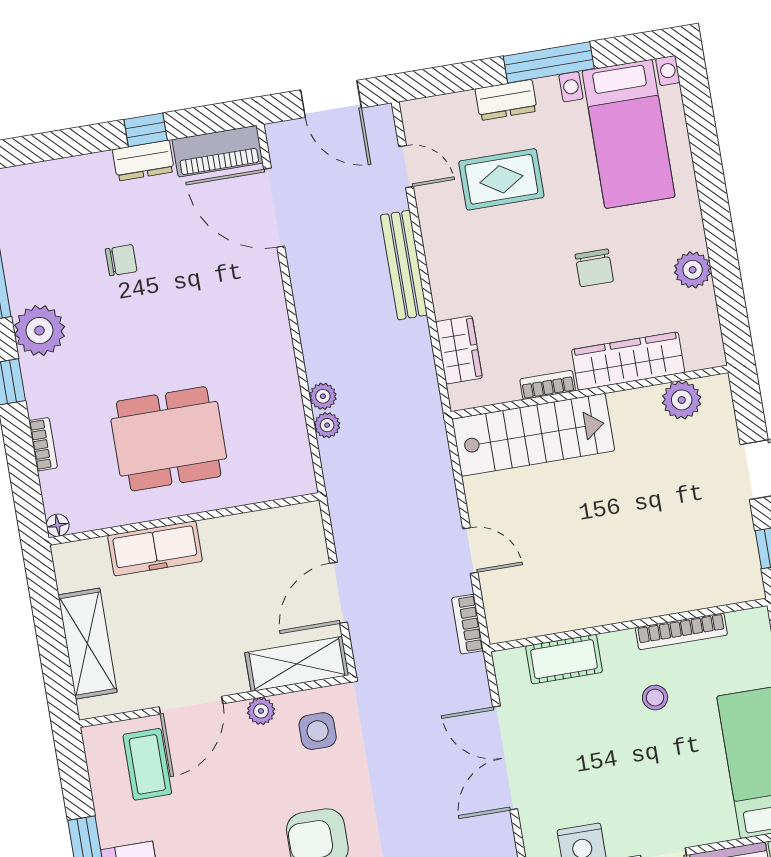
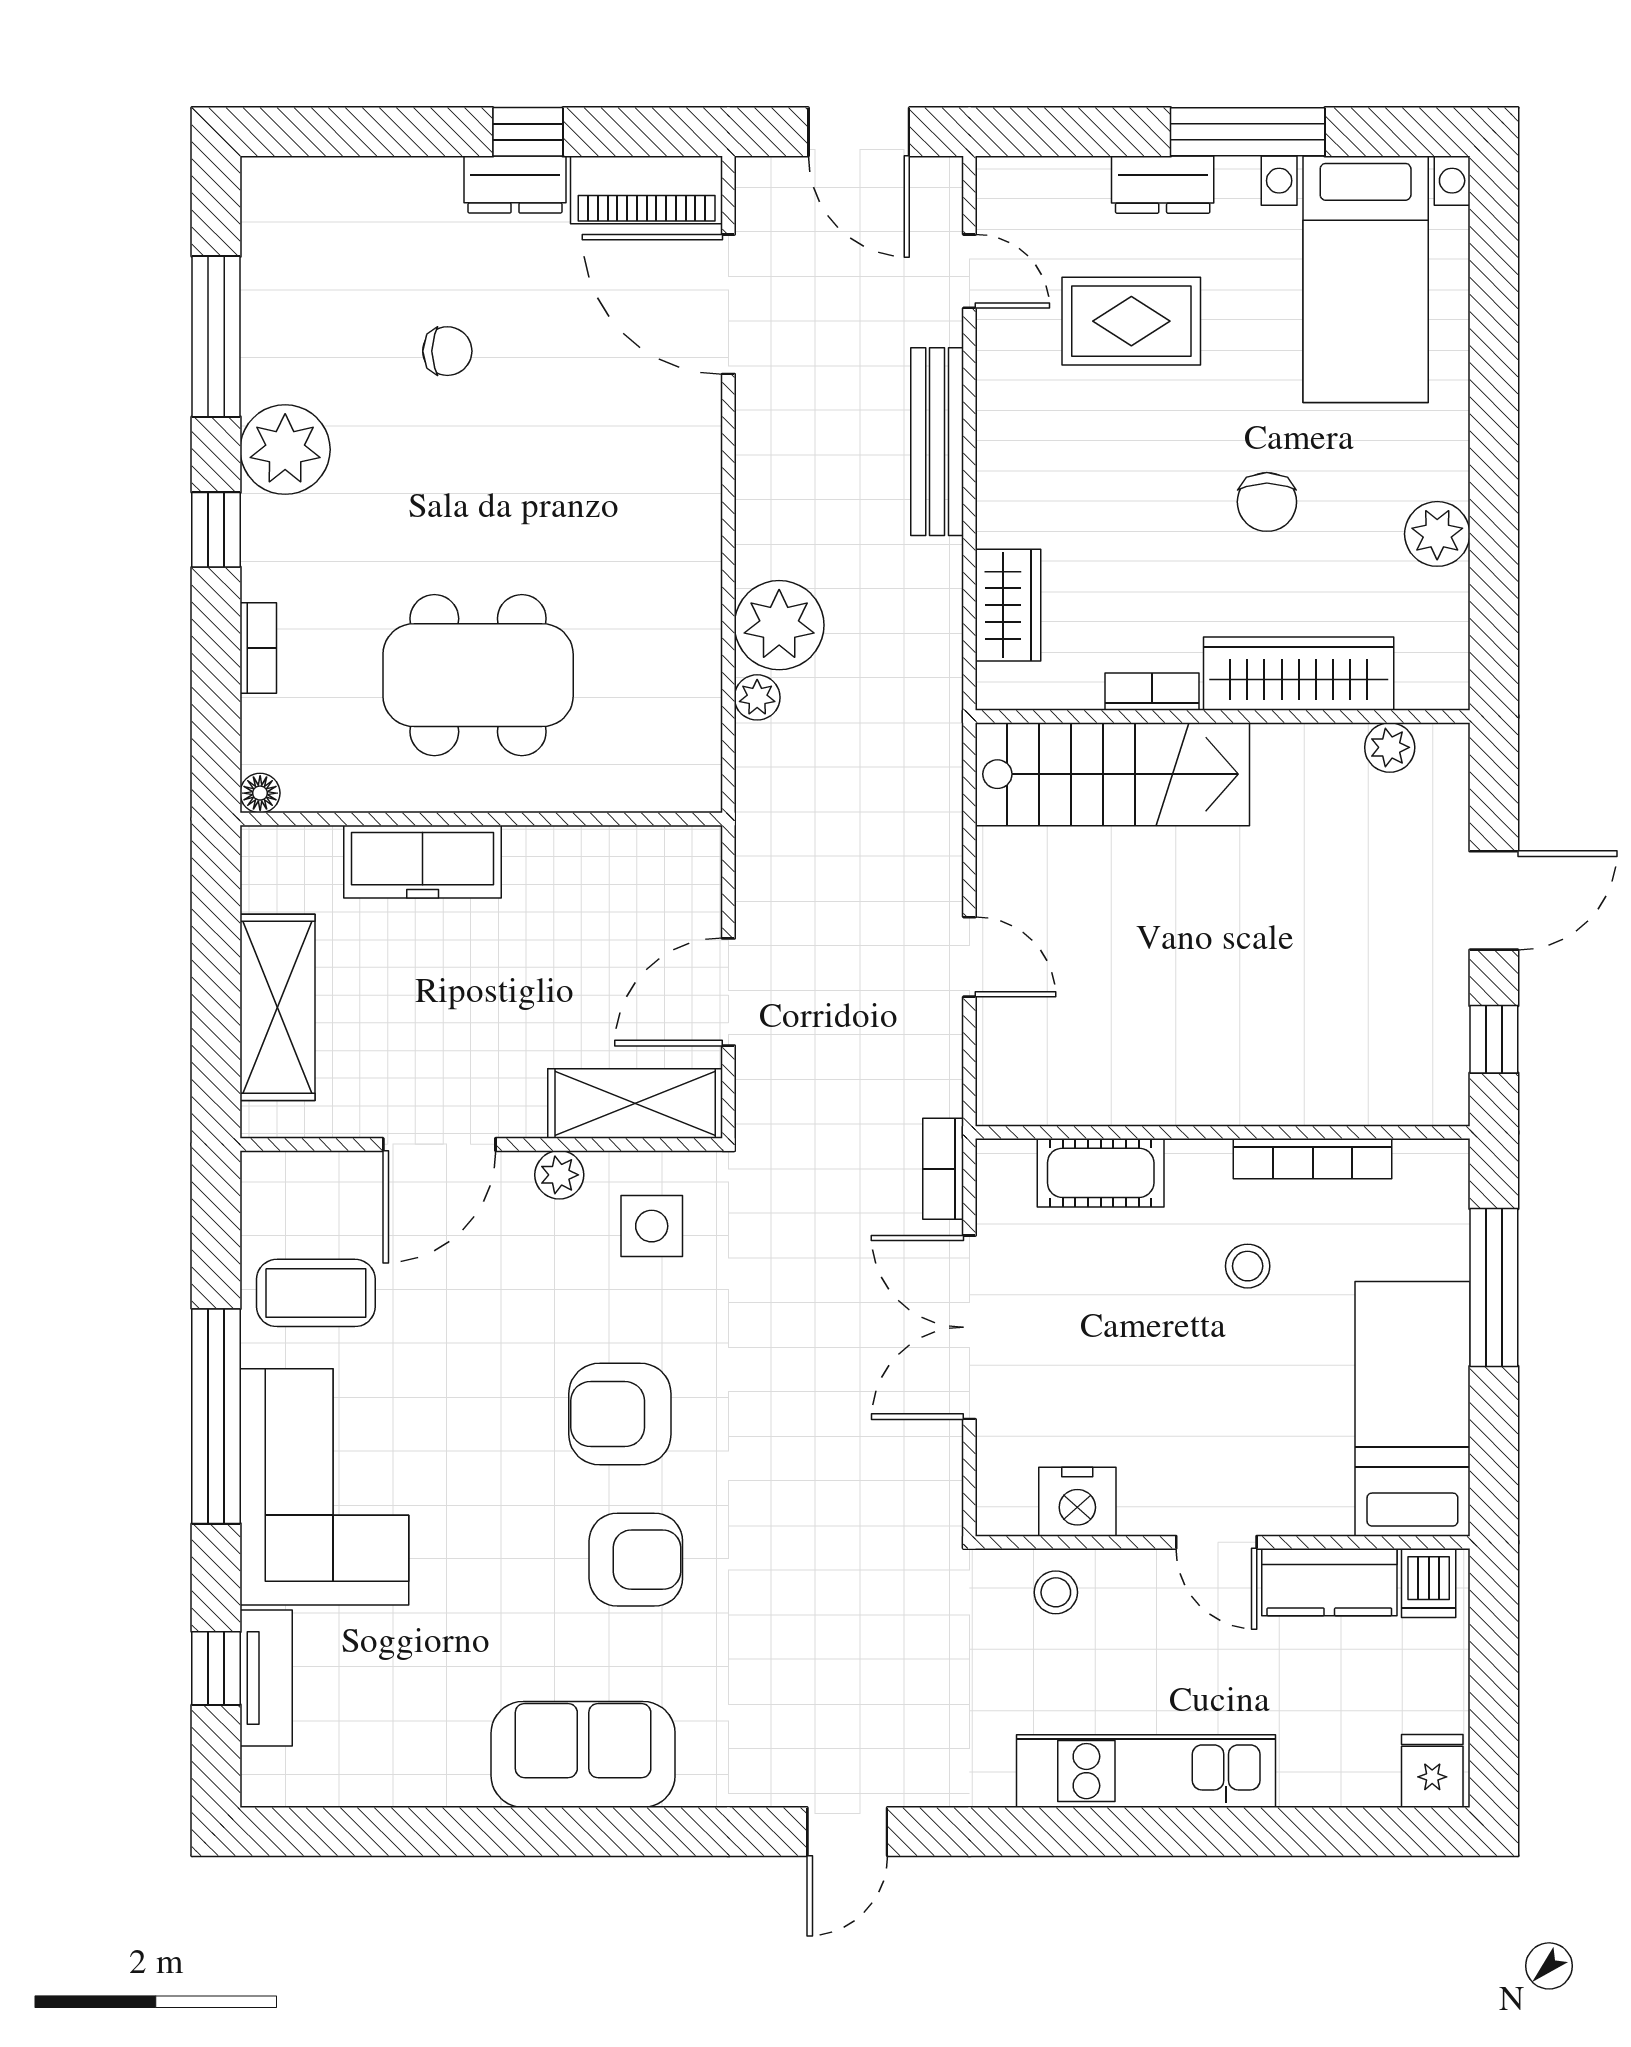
plant: (323, 396) -> (779, 625), width x1.88, depth x1.88
plant: (682, 400) -> (1390, 747), width x0.73, depth x0.73
bookcase: (467, 624) -> (943, 1169), moved
coffee table: (147, 764) -> (316, 1293), moved, turned 90

